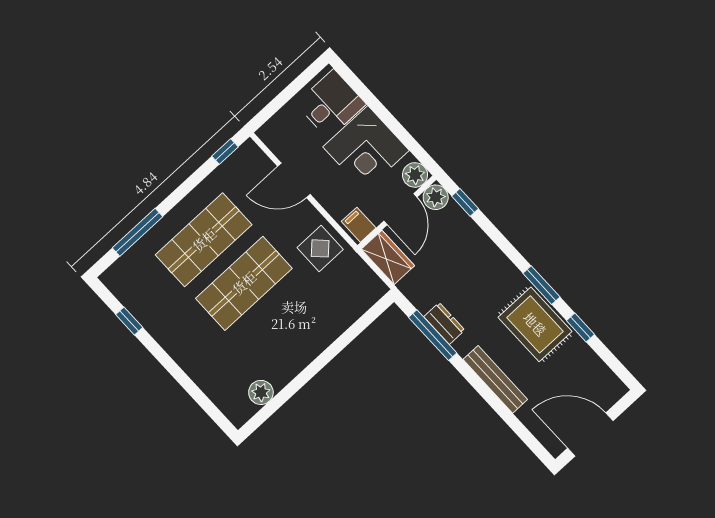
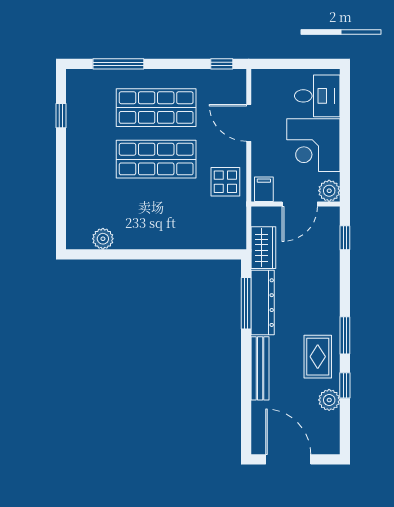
plant: (436, 197) -> (329, 400), moved
wardrobe: (388, 257) -> (263, 248), moved
dresser: (444, 323) -> (263, 303), width x1.96, depth x1.24
rug: (535, 324) -> (318, 357), width x0.73, depth x0.70

